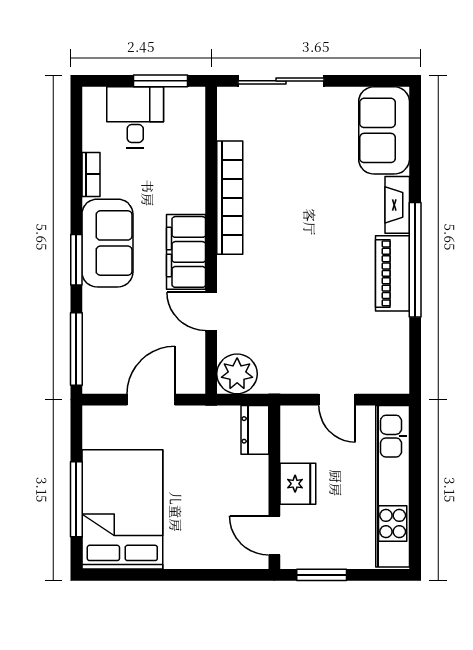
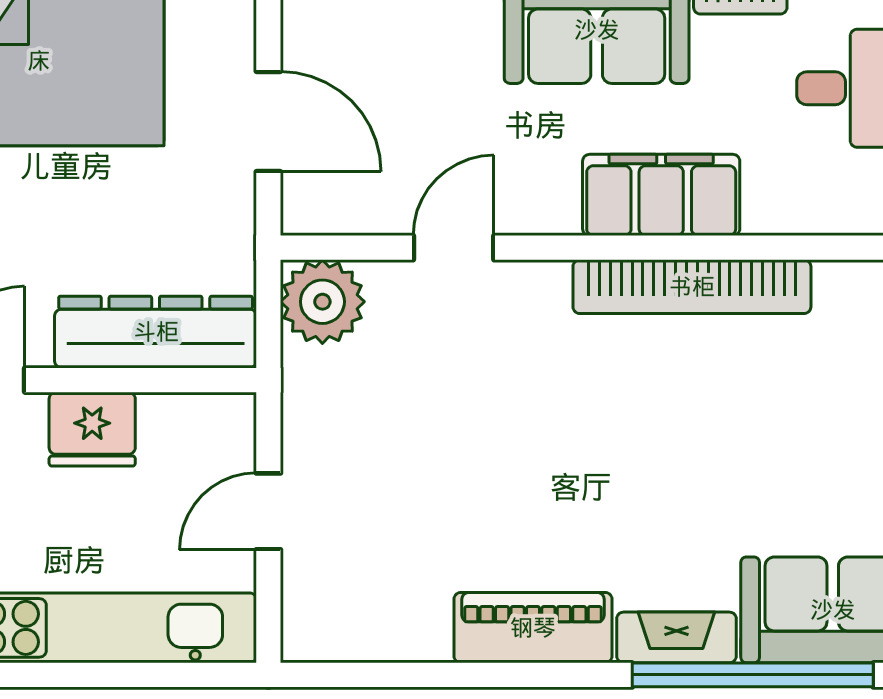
filing cabinet: (186, 252) -> (661, 195), moved
window: (415, 260) -> (753, 675), moved
dresser: (255, 430) -> (156, 332), width x1.96, depth x1.24

